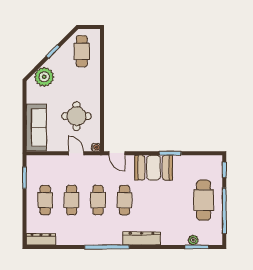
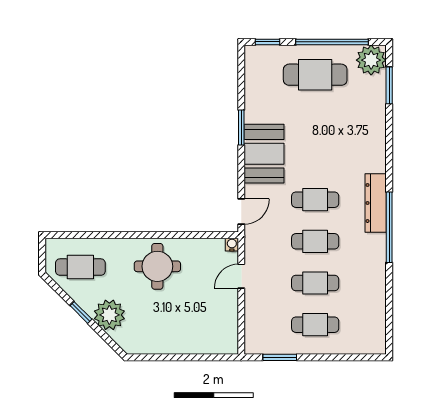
plant: (44, 77) -> (109, 315), moved
round table: (76, 116) -> (157, 266), moved
sofa: (36, 127) -> (200, 339), removed
dresser: (142, 238) -> (376, 203), moved
dresser: (41, 239) -> (377, 331), removed
plant: (193, 240) -> (371, 60), moved, width x1.88, depth x1.88

